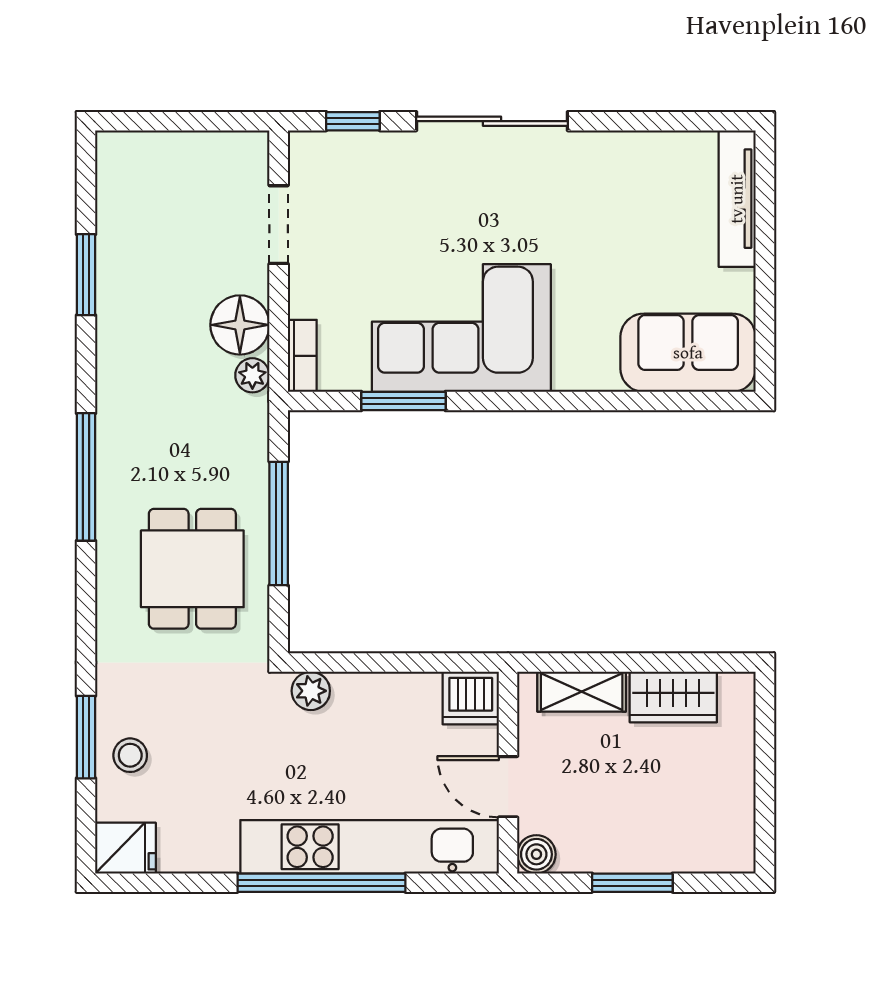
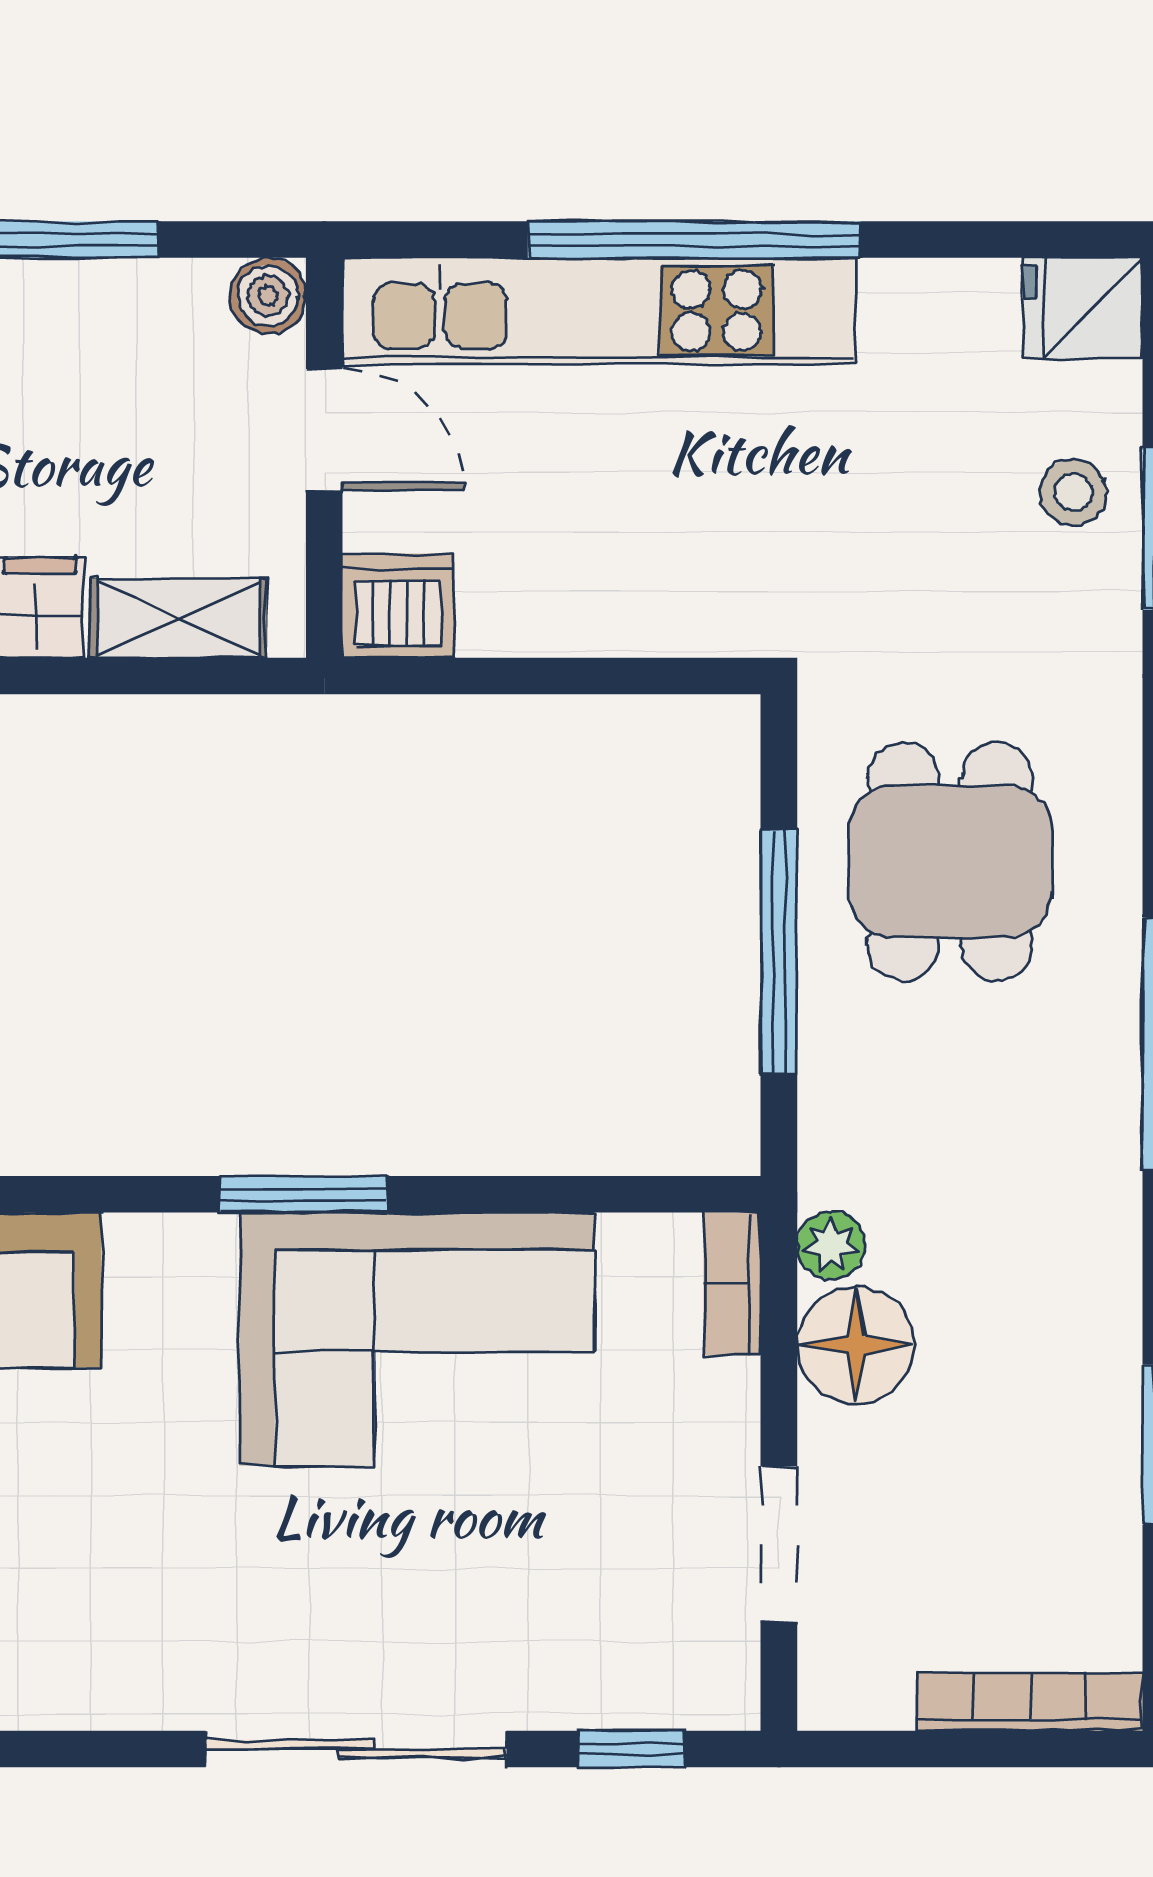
bookcase: (152, 145) -> (1030, 1702), added
window: (403, 401) -> (303, 1194), moved
plant: (311, 691) -> (715, 620), removed

